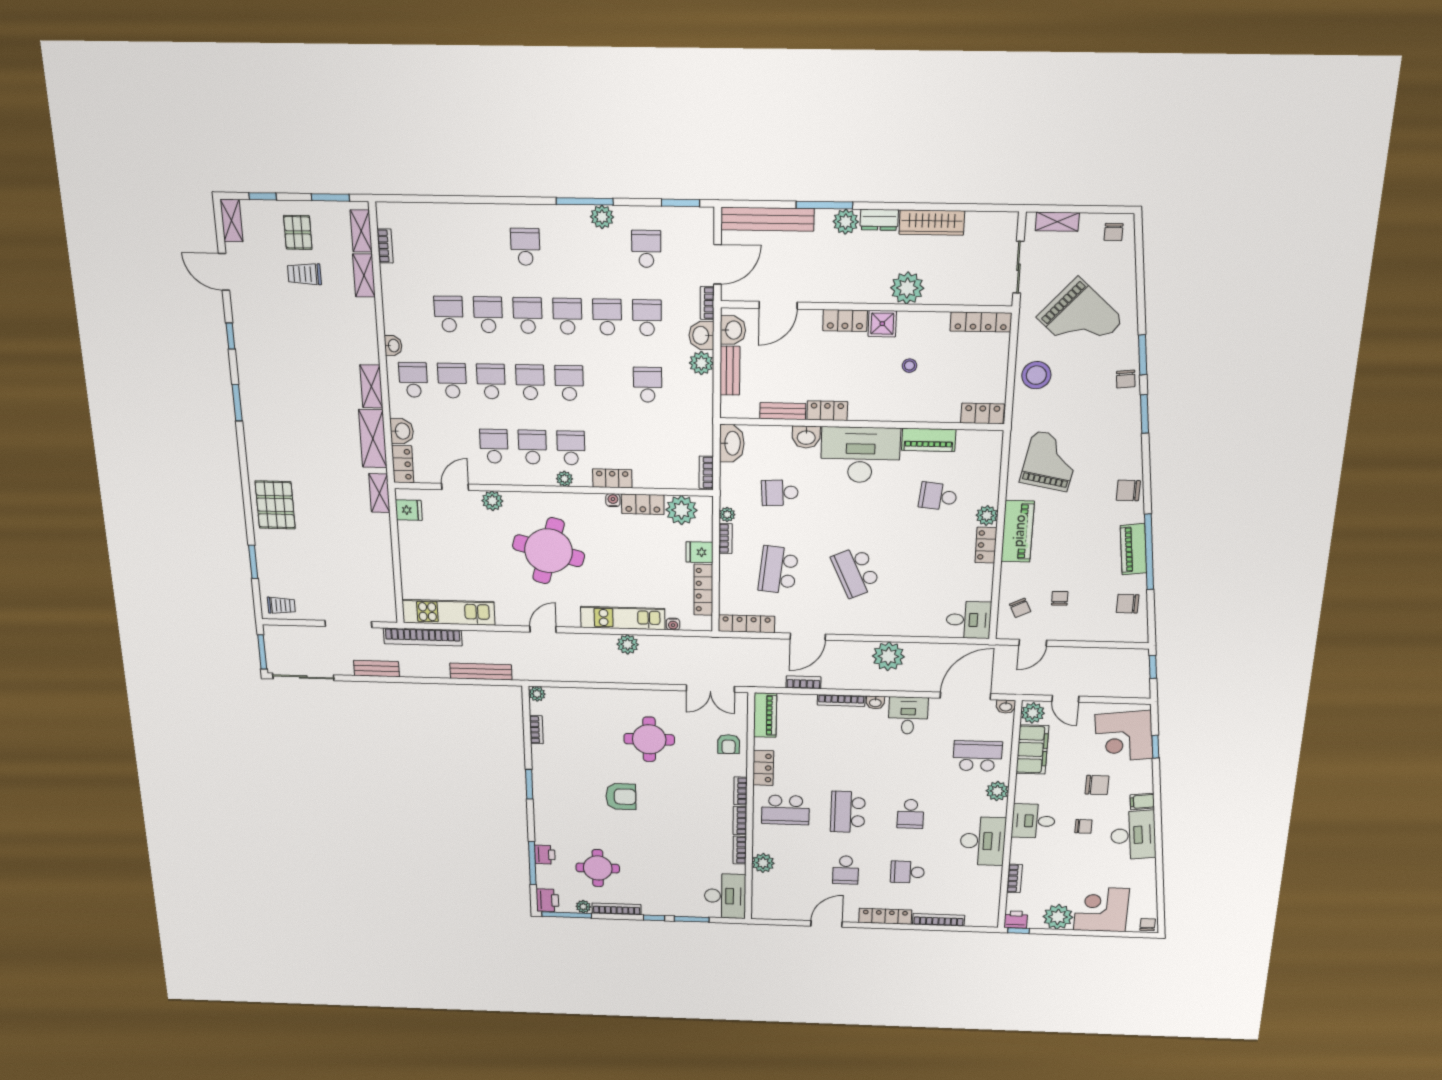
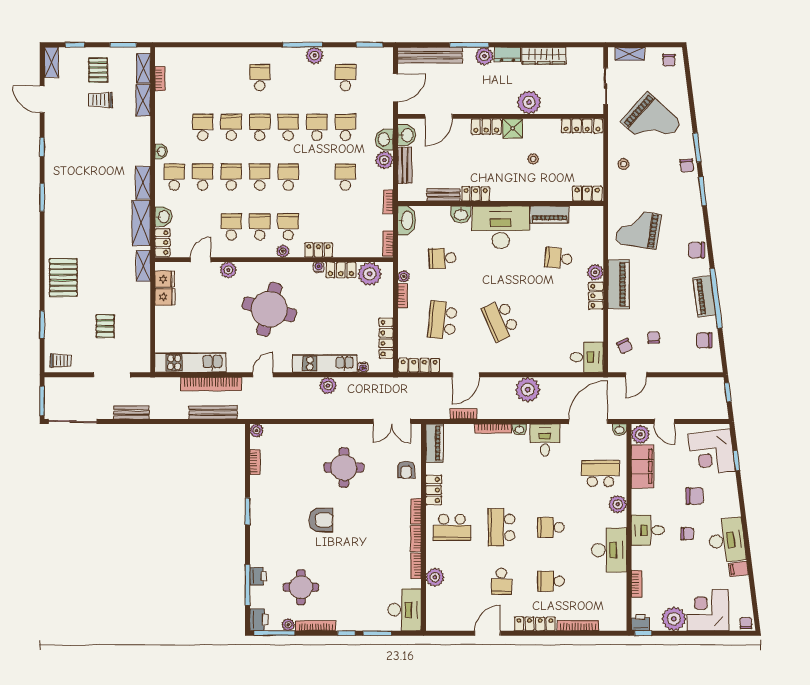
bookcase: (707, 303) -> (388, 202), moved
stool: (1036, 375) -> (624, 164), width x0.53, depth x0.53
grand piano: (1050, 461) -> (638, 229), turned -92
fridge: (699, 552) -> (165, 297), moved, turned 180
pallet: (335, 566) -> (105, 326), added
bookcase: (423, 637) -> (211, 384), moved
filing cabinet: (1142, 801) -> (738, 569), moved
school desk: (911, 814) -> (551, 527), turned 90

